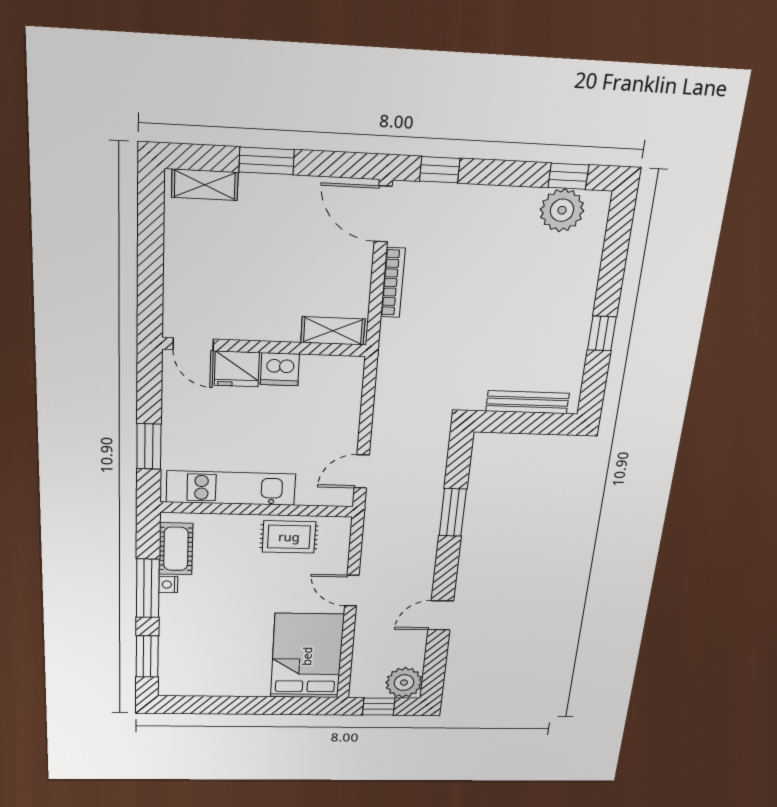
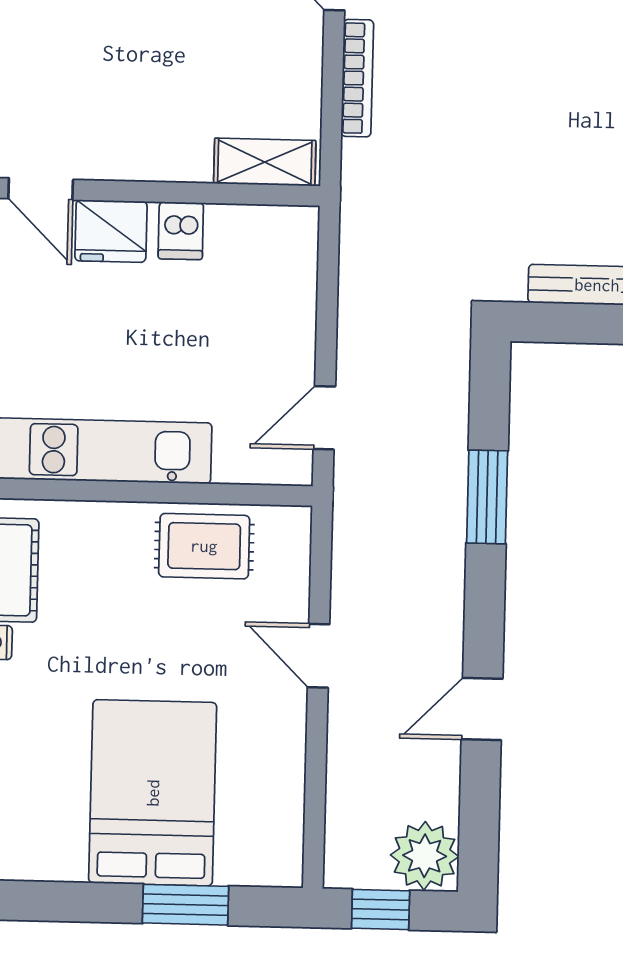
dishwasher: (280, 369) -> (181, 231), width x0.73
bed: (307, 656) -> (153, 793), moved
window: (274, 706) -> (185, 905), added

